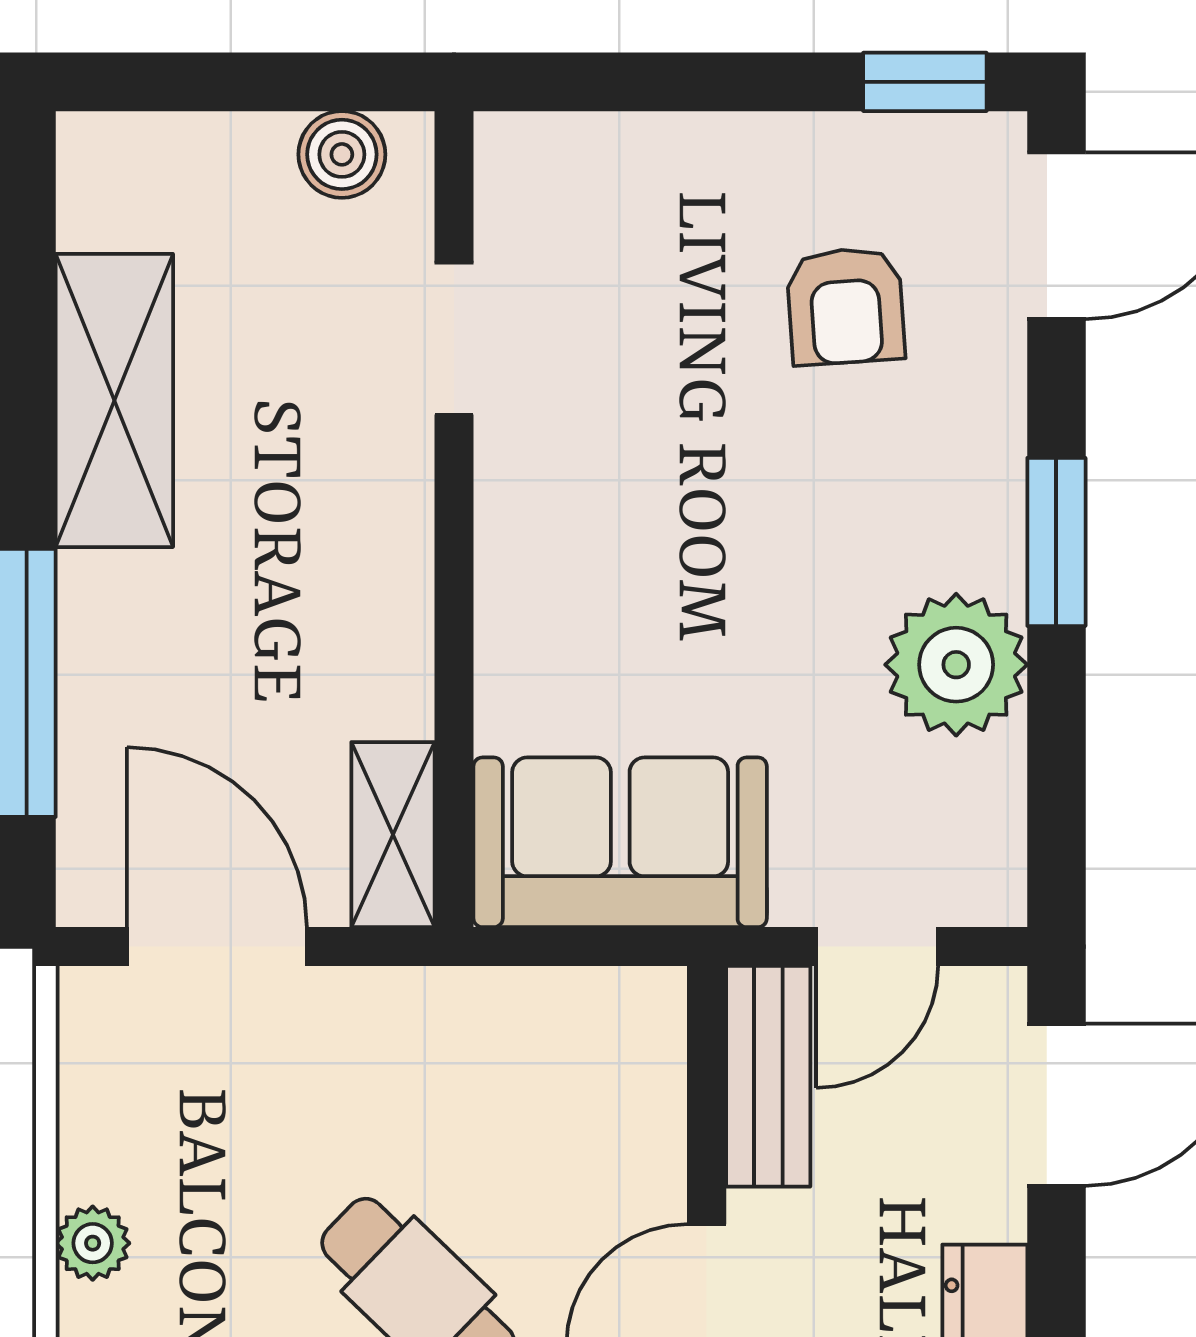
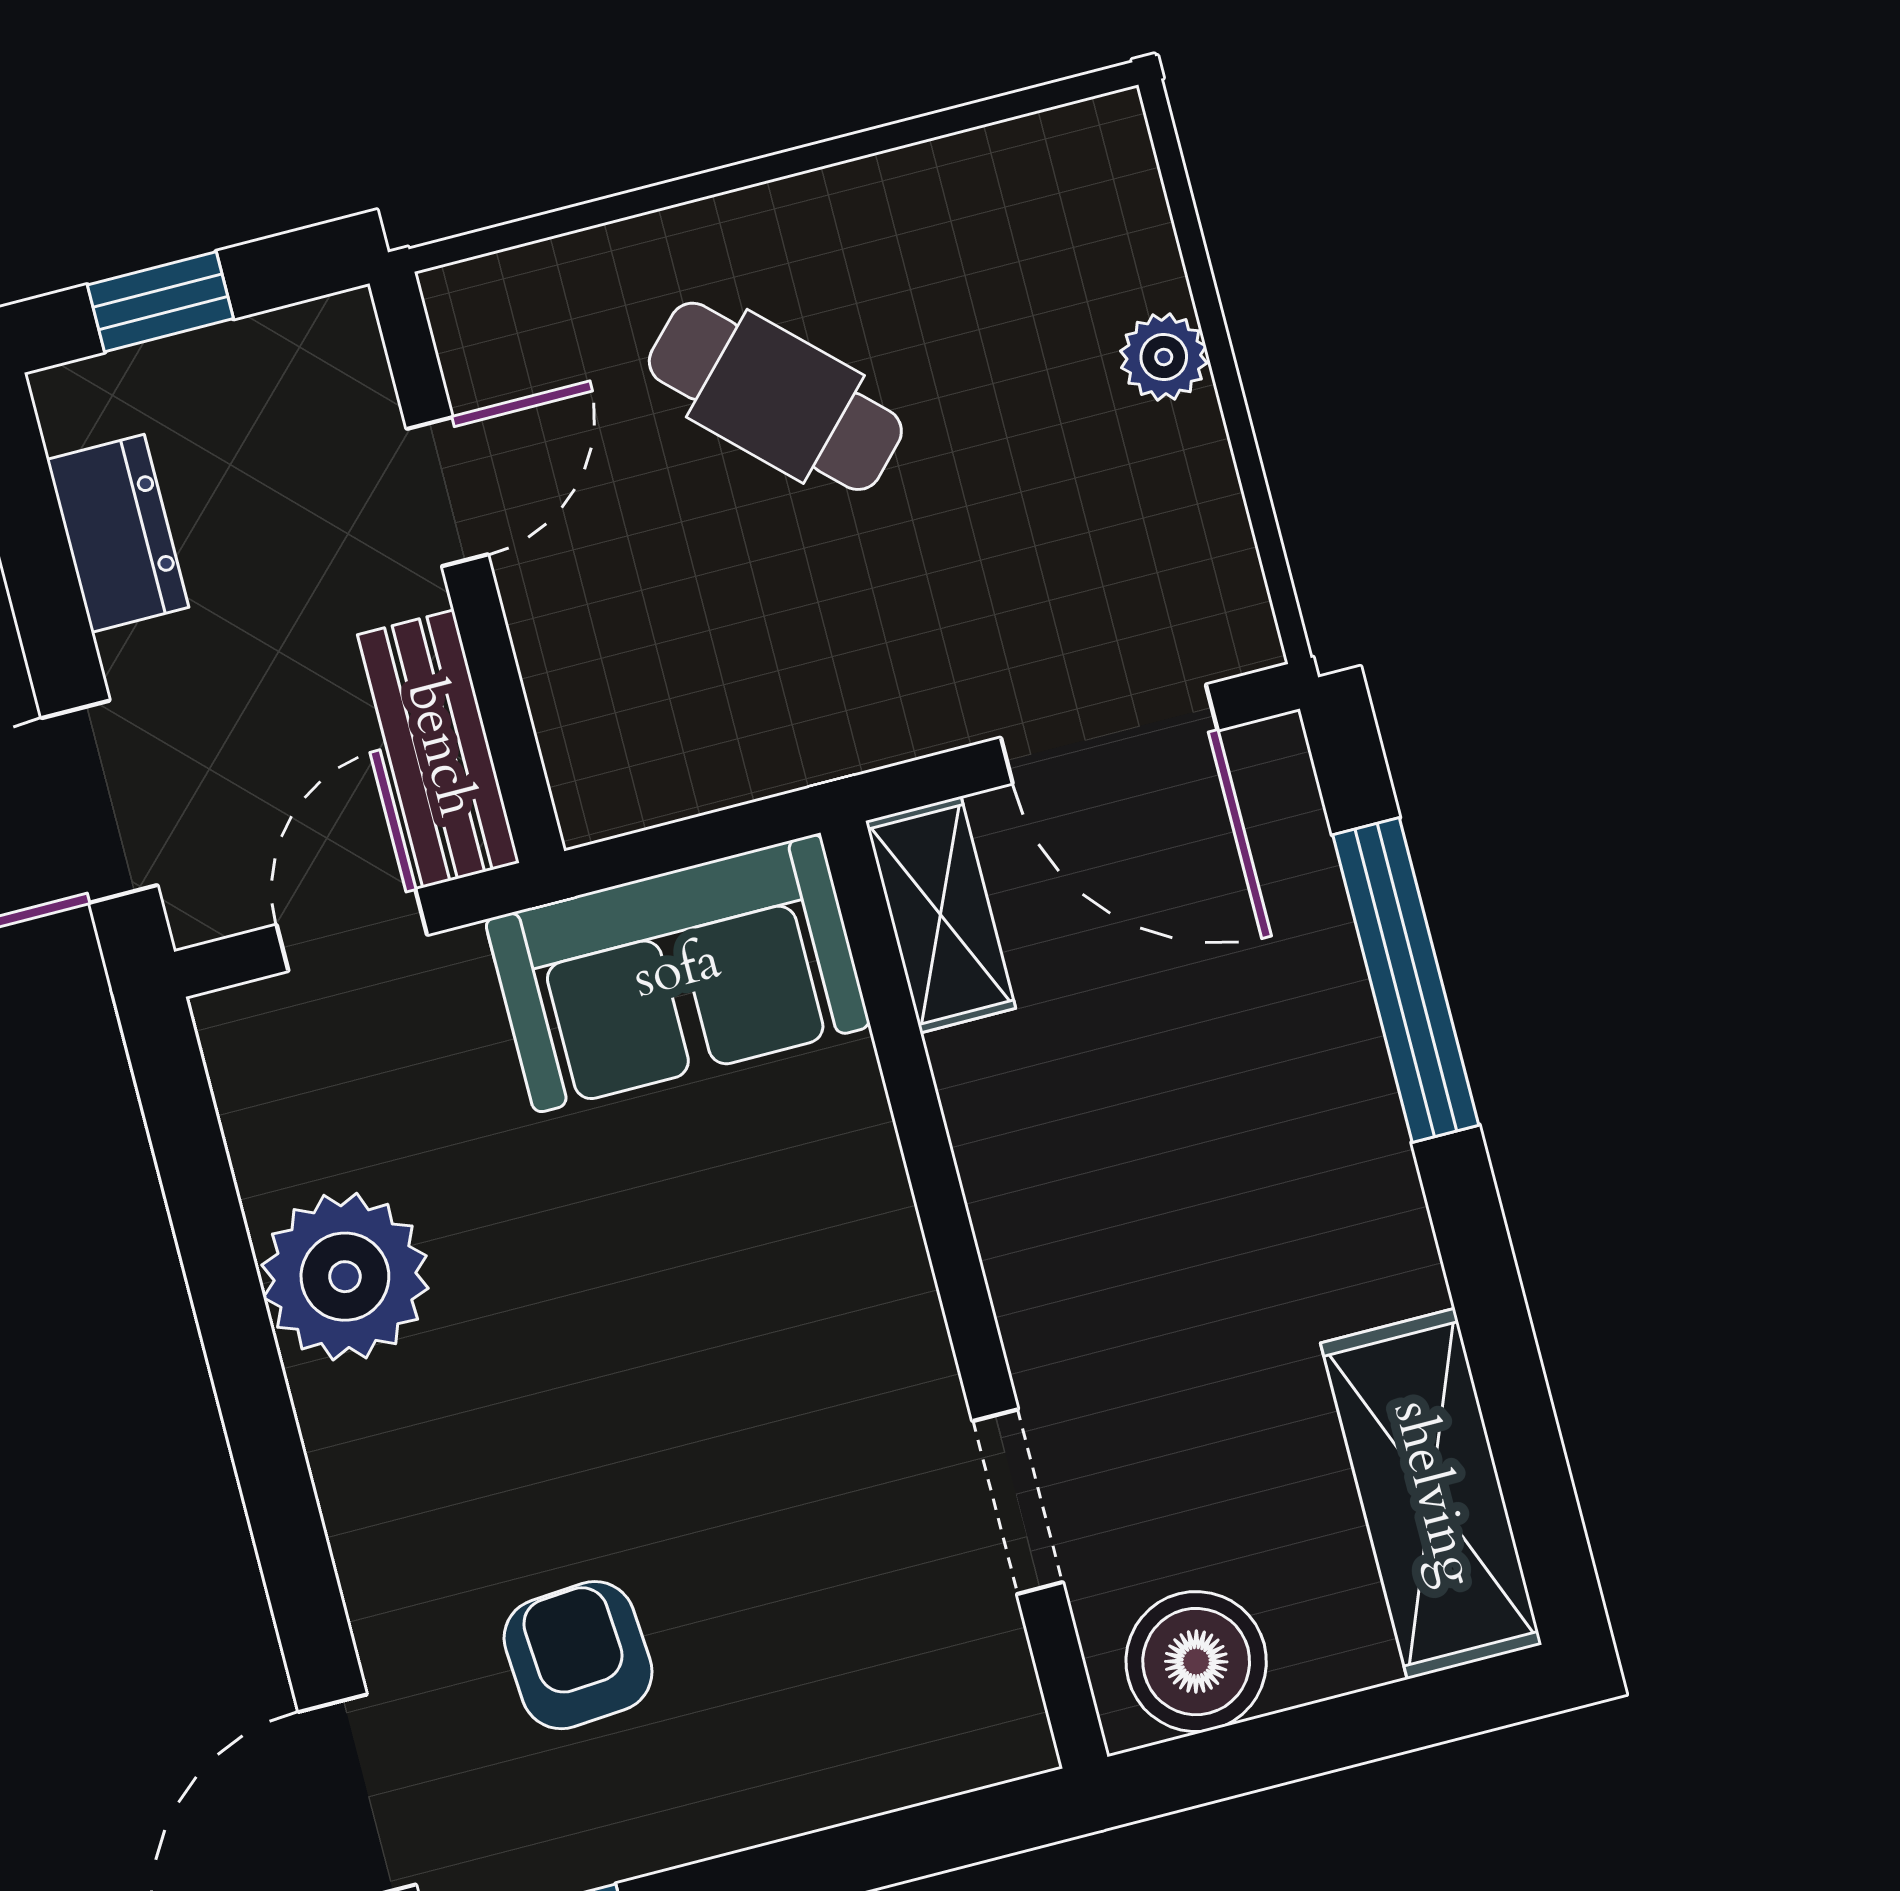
boiler: (342, 154) -> (1196, 1662), width x1.36, depth x1.36
shelving: (114, 400) -> (1431, 1494), moved
window: (1056, 542) -> (266, 1447), removed

